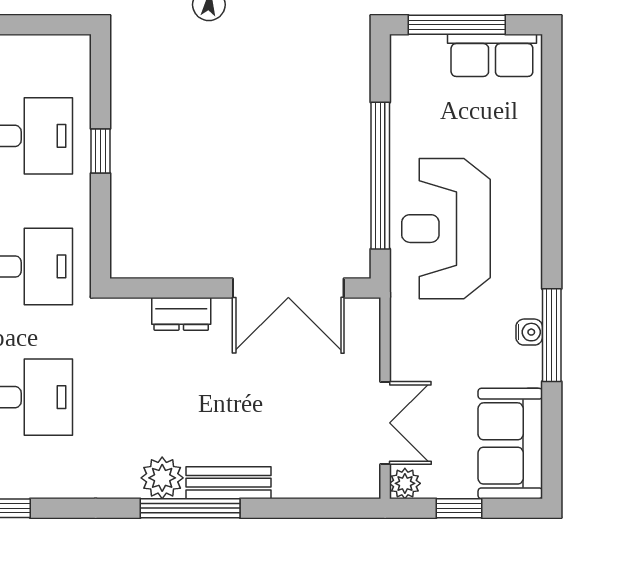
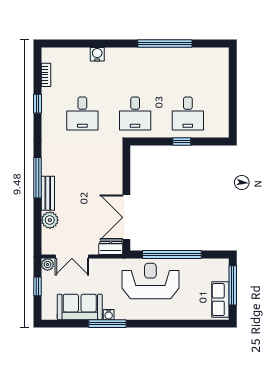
dresser: (181, 314) -> (111, 248), moved, turned 90
sofa: (510, 443) -> (80, 307), moved
plant: (162, 478) -> (50, 220), moved

